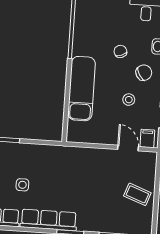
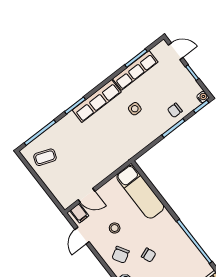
exam couch: (82, 89) -> (140, 192), moved
coffee table: (137, 194) -> (45, 157), moved

